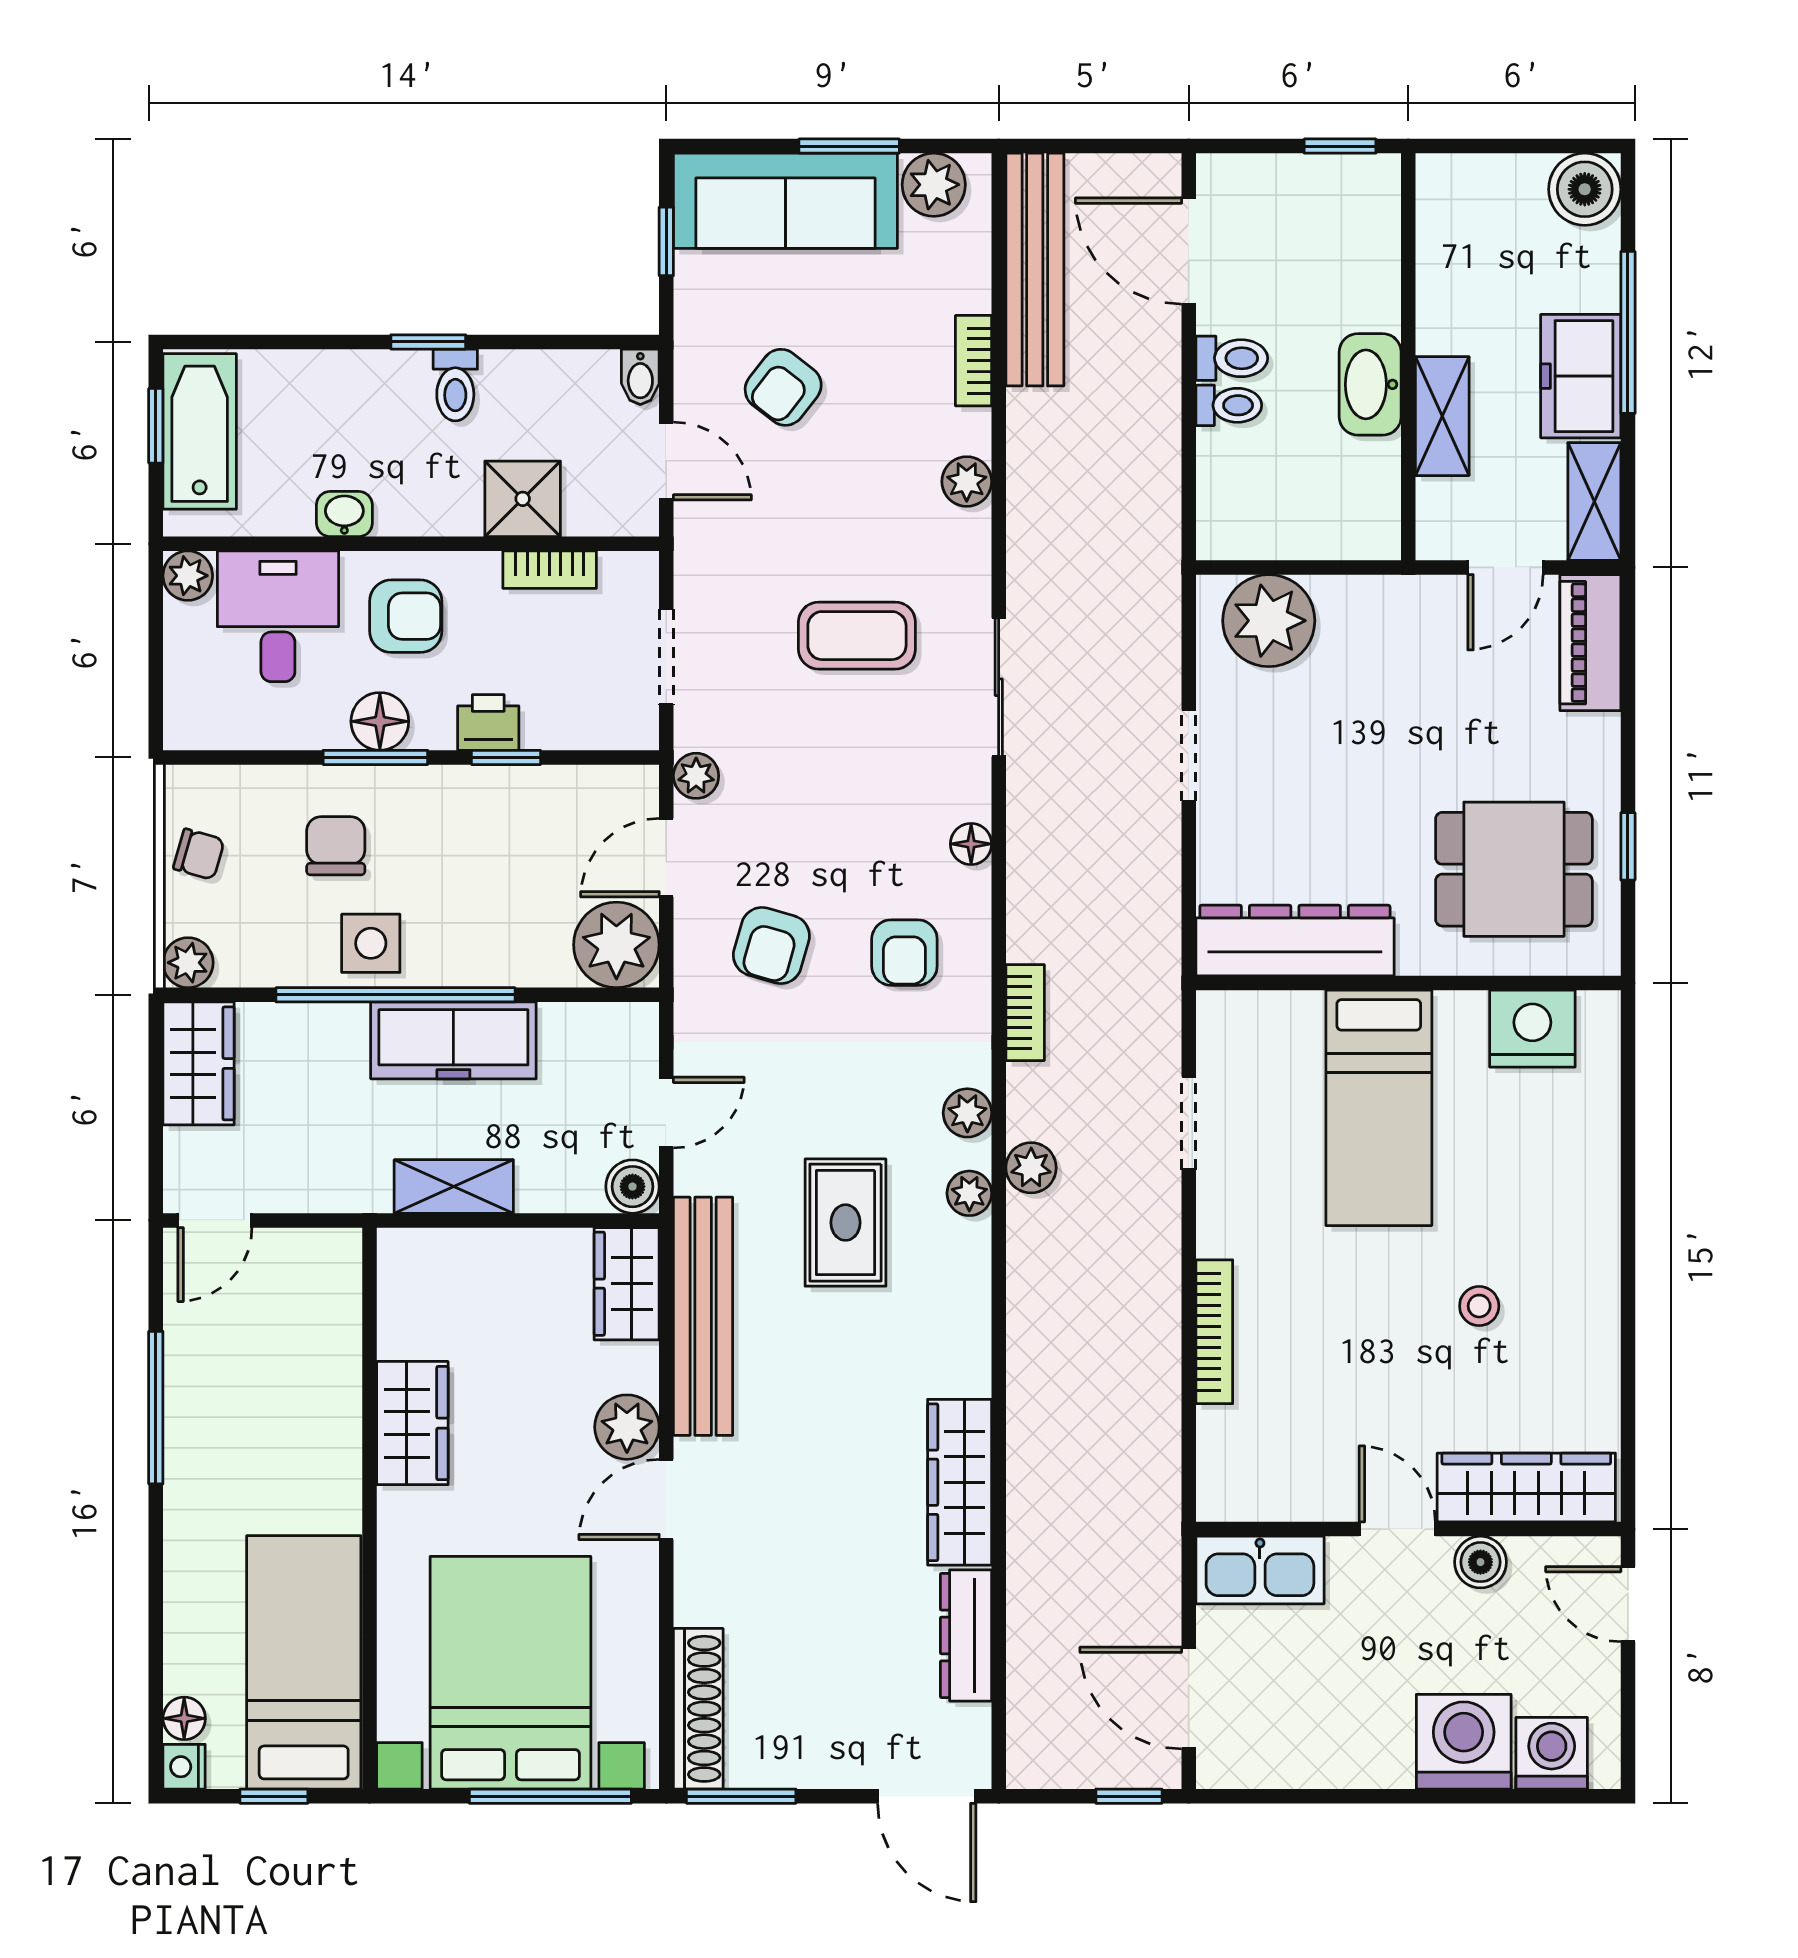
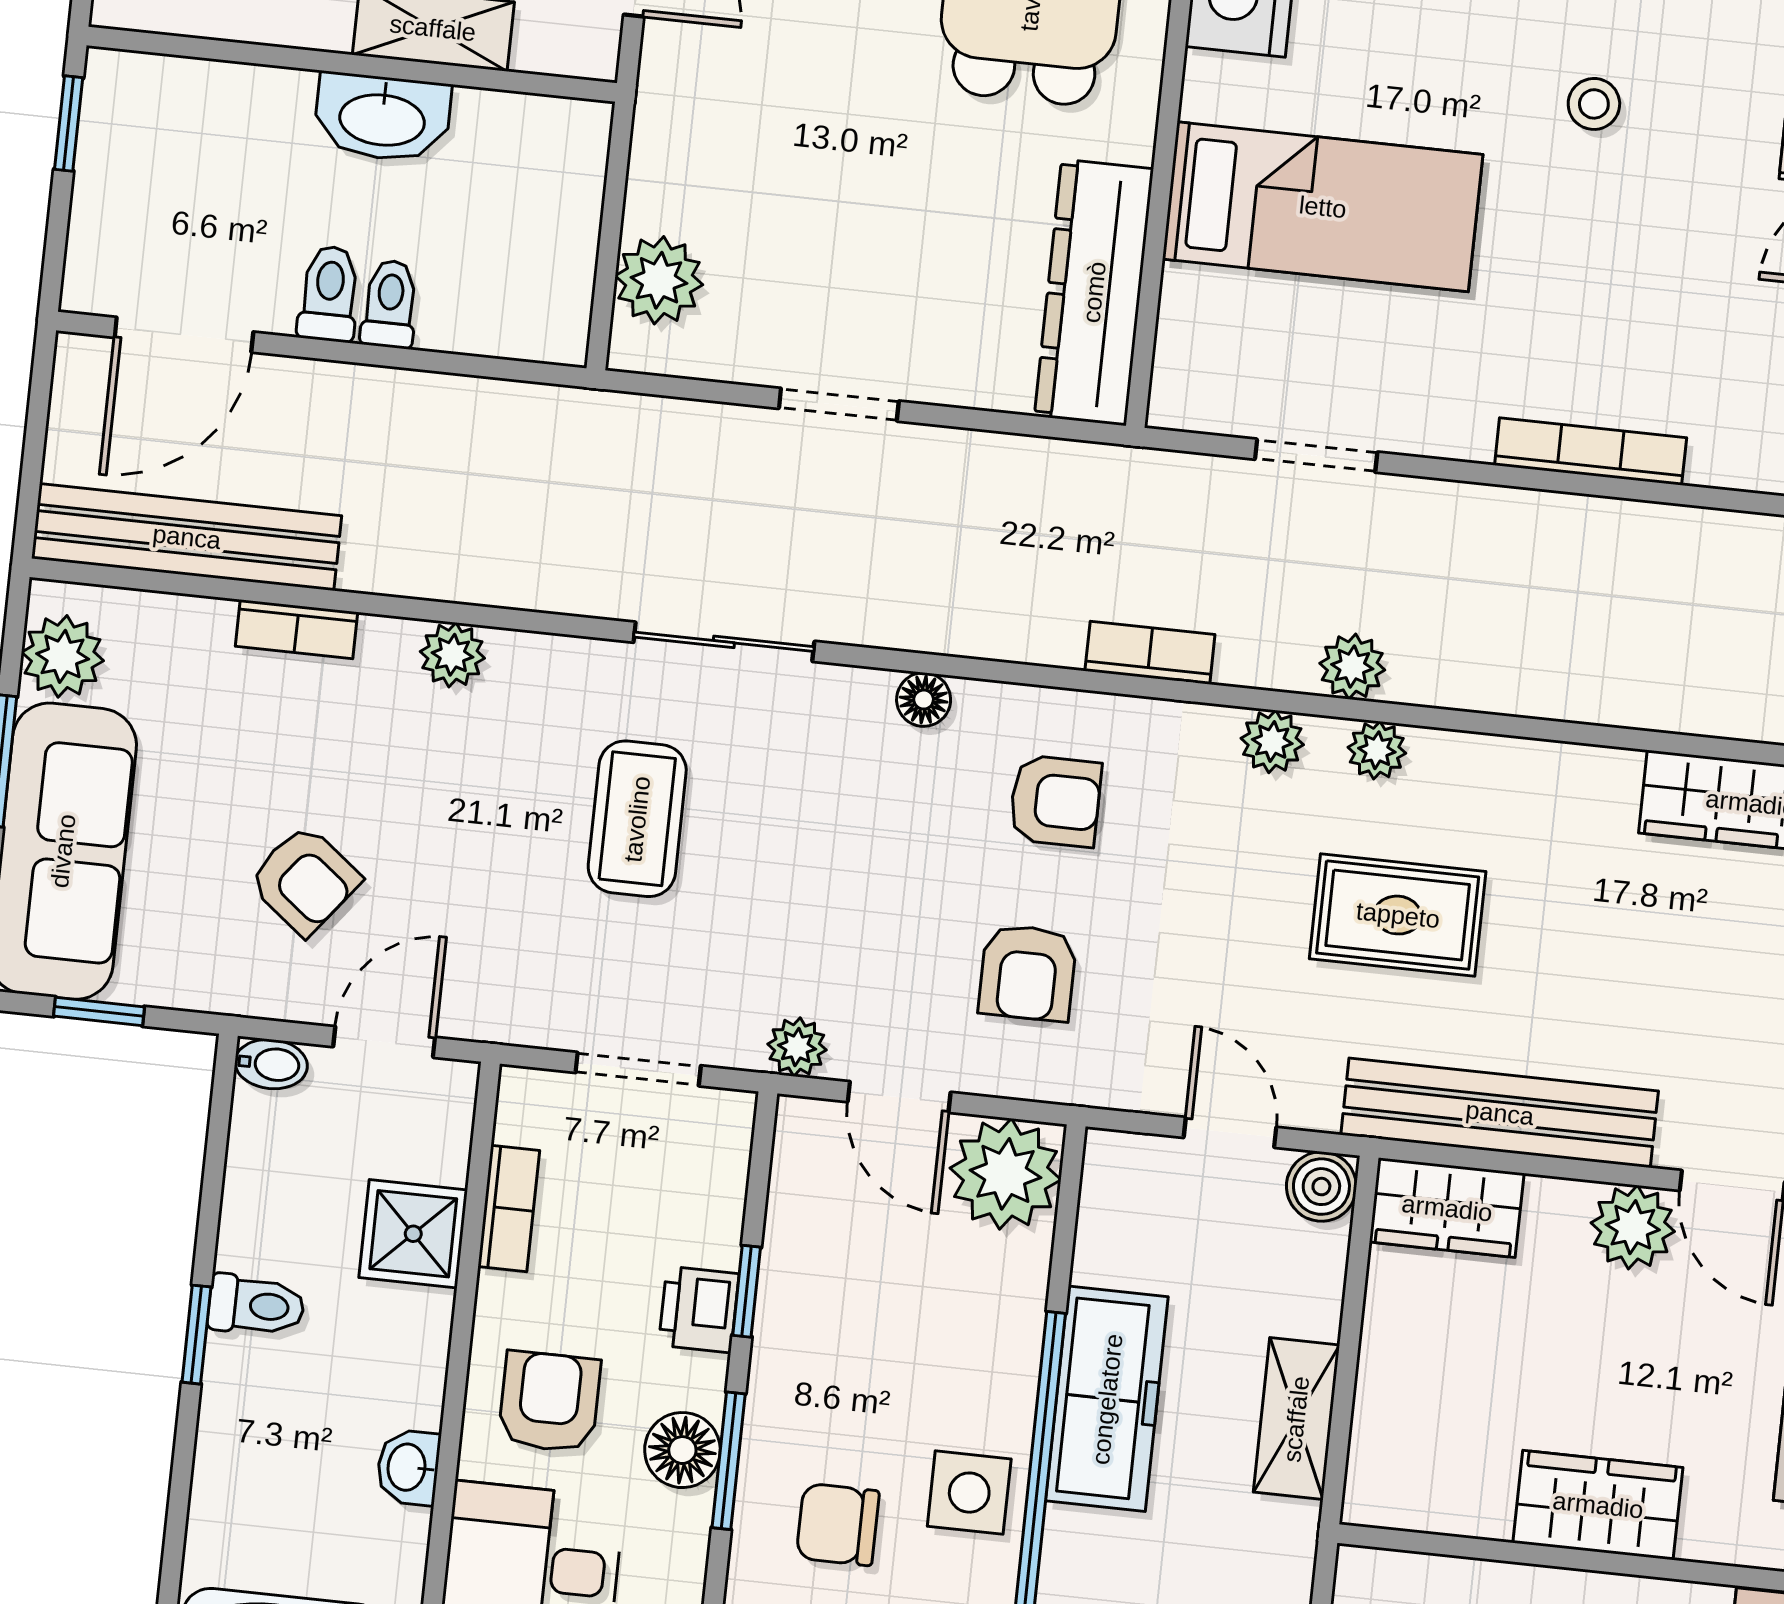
plant: (1269, 621) -> (659, 280), width x0.73, depth x0.73
armchair: (771, 945) -> (1028, 973), turned 74

